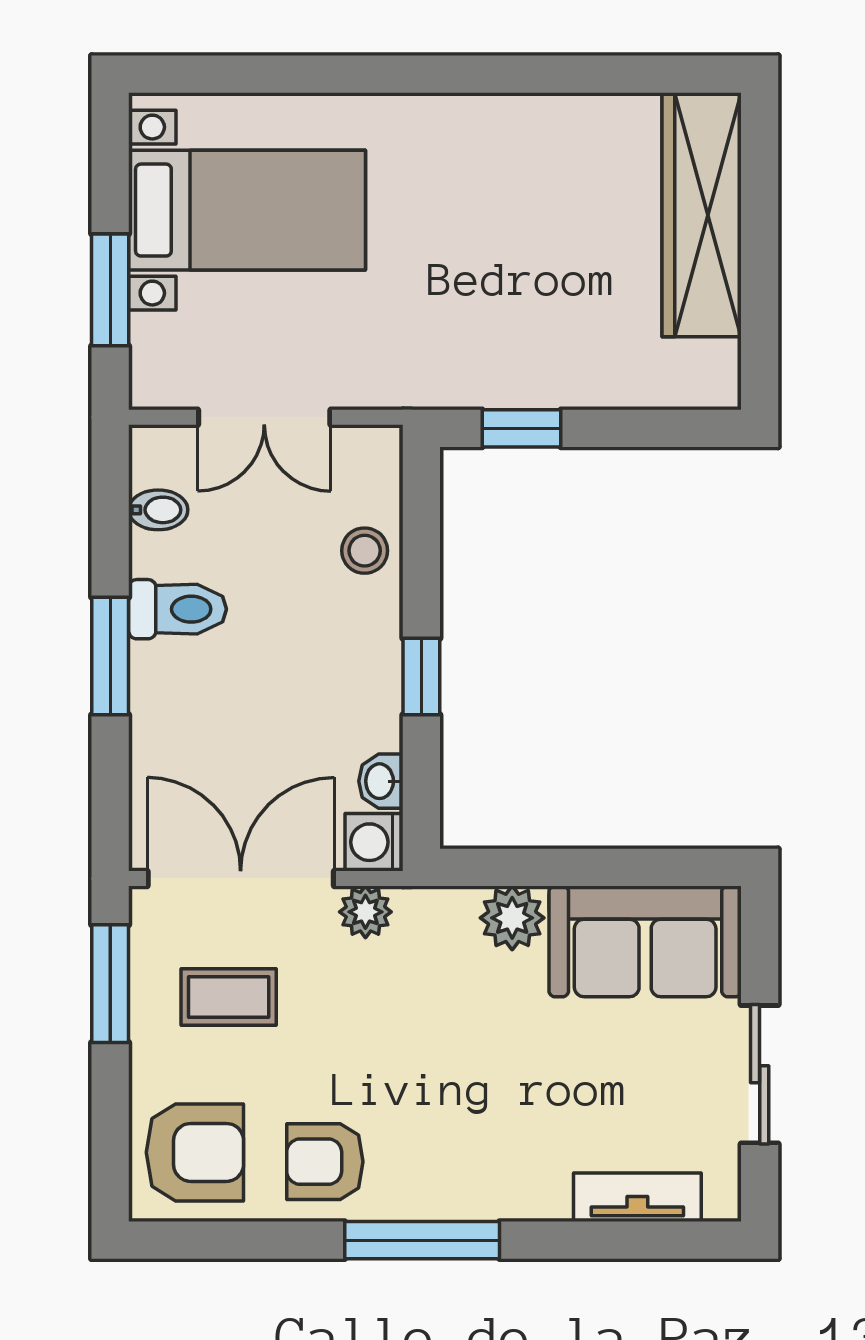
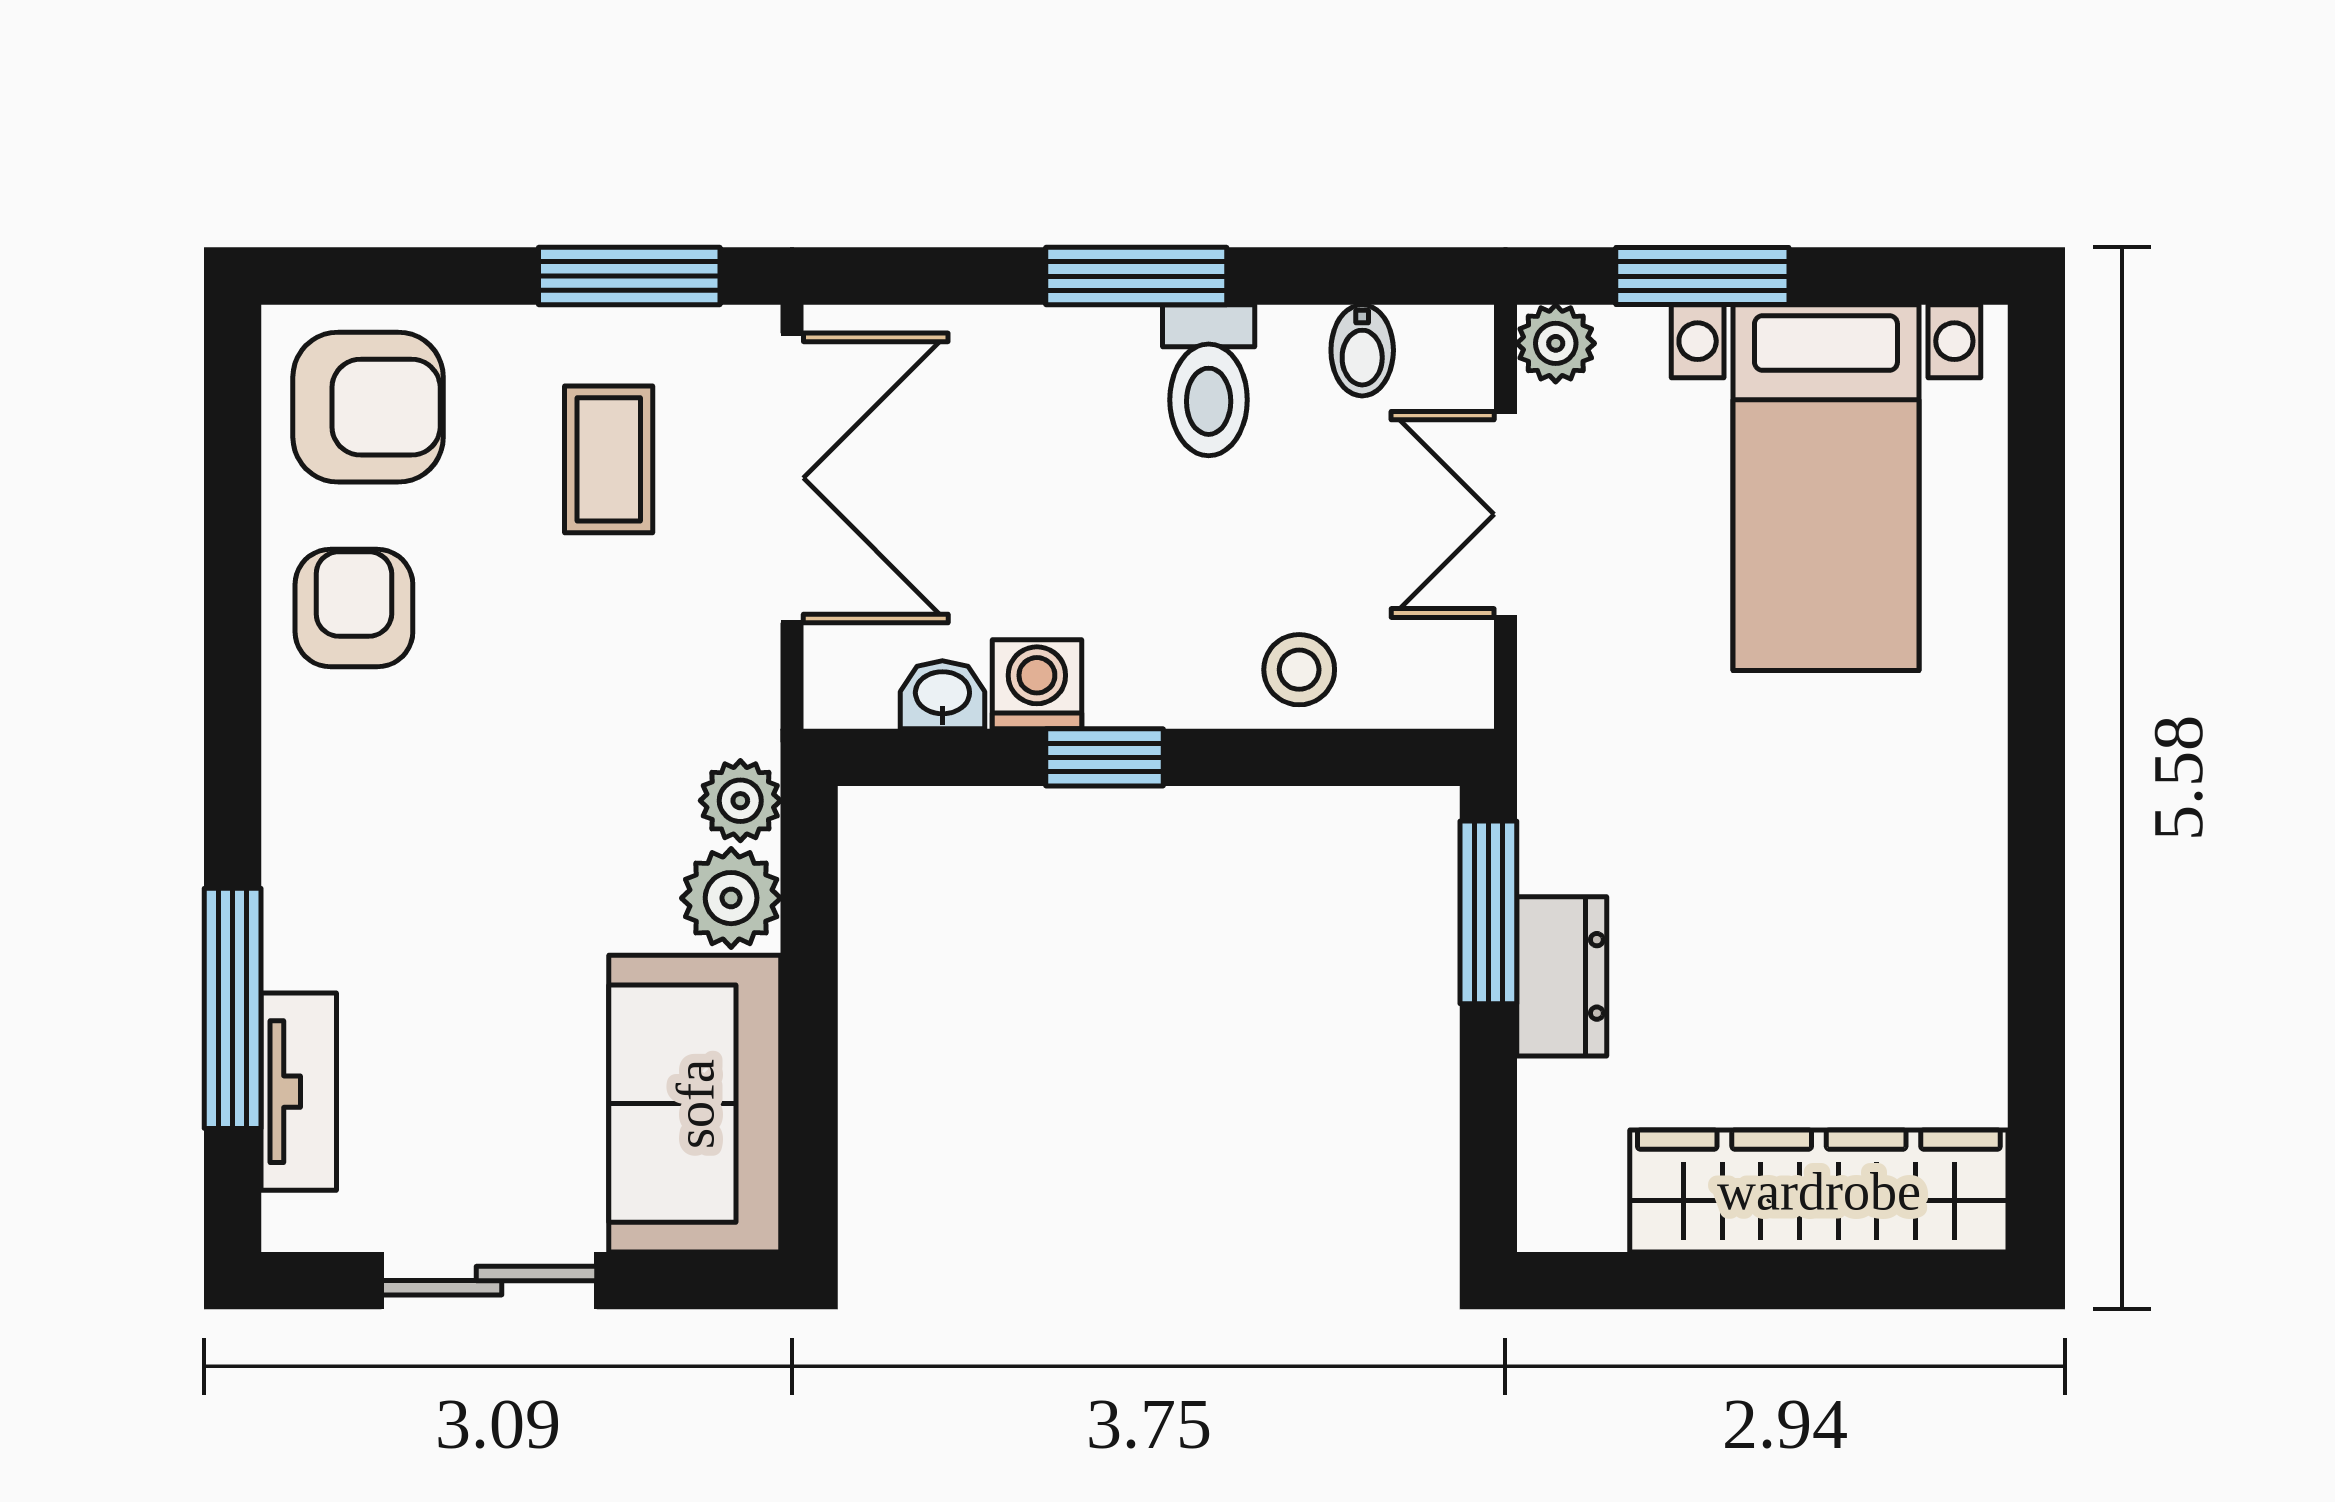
dresser: (563, 381) -> (1562, 976), added
plant: (154, 385) -> (1556, 343), added
window: (522, 428) -> (1488, 912), width x1.50
washing machine: (374, 842) -> (1037, 684), moved
plant: (365, 912) -> (740, 801), moved
armchair: (195, 1152) -> (368, 407), turned -90
window: (422, 1240) -> (233, 1008), moved

